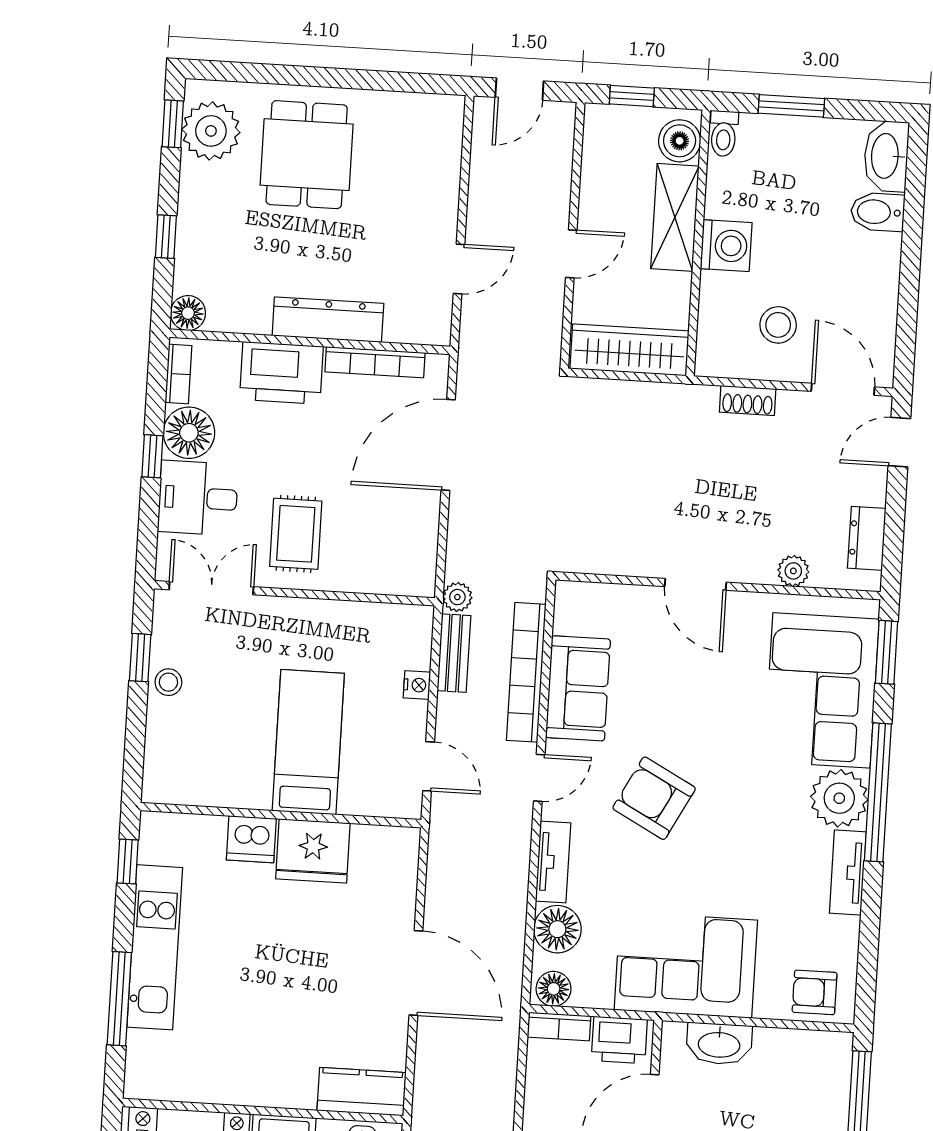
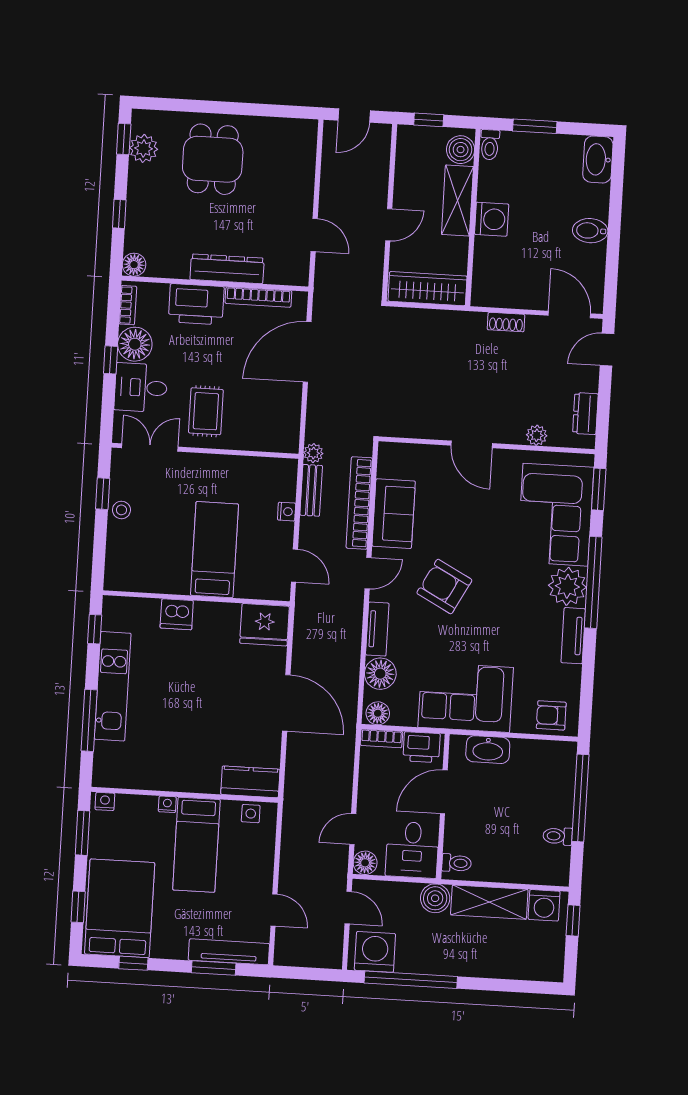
plant: (211, 131) -> (144, 148), width x0.73, depth x0.73
bidet: (878, 212) -> (590, 231), moved
door: (459, 269) -> (314, 235), hinge flipped
stool: (778, 325) -> (526, 272), removed
fridge: (313, 851) -> (265, 625), moved

